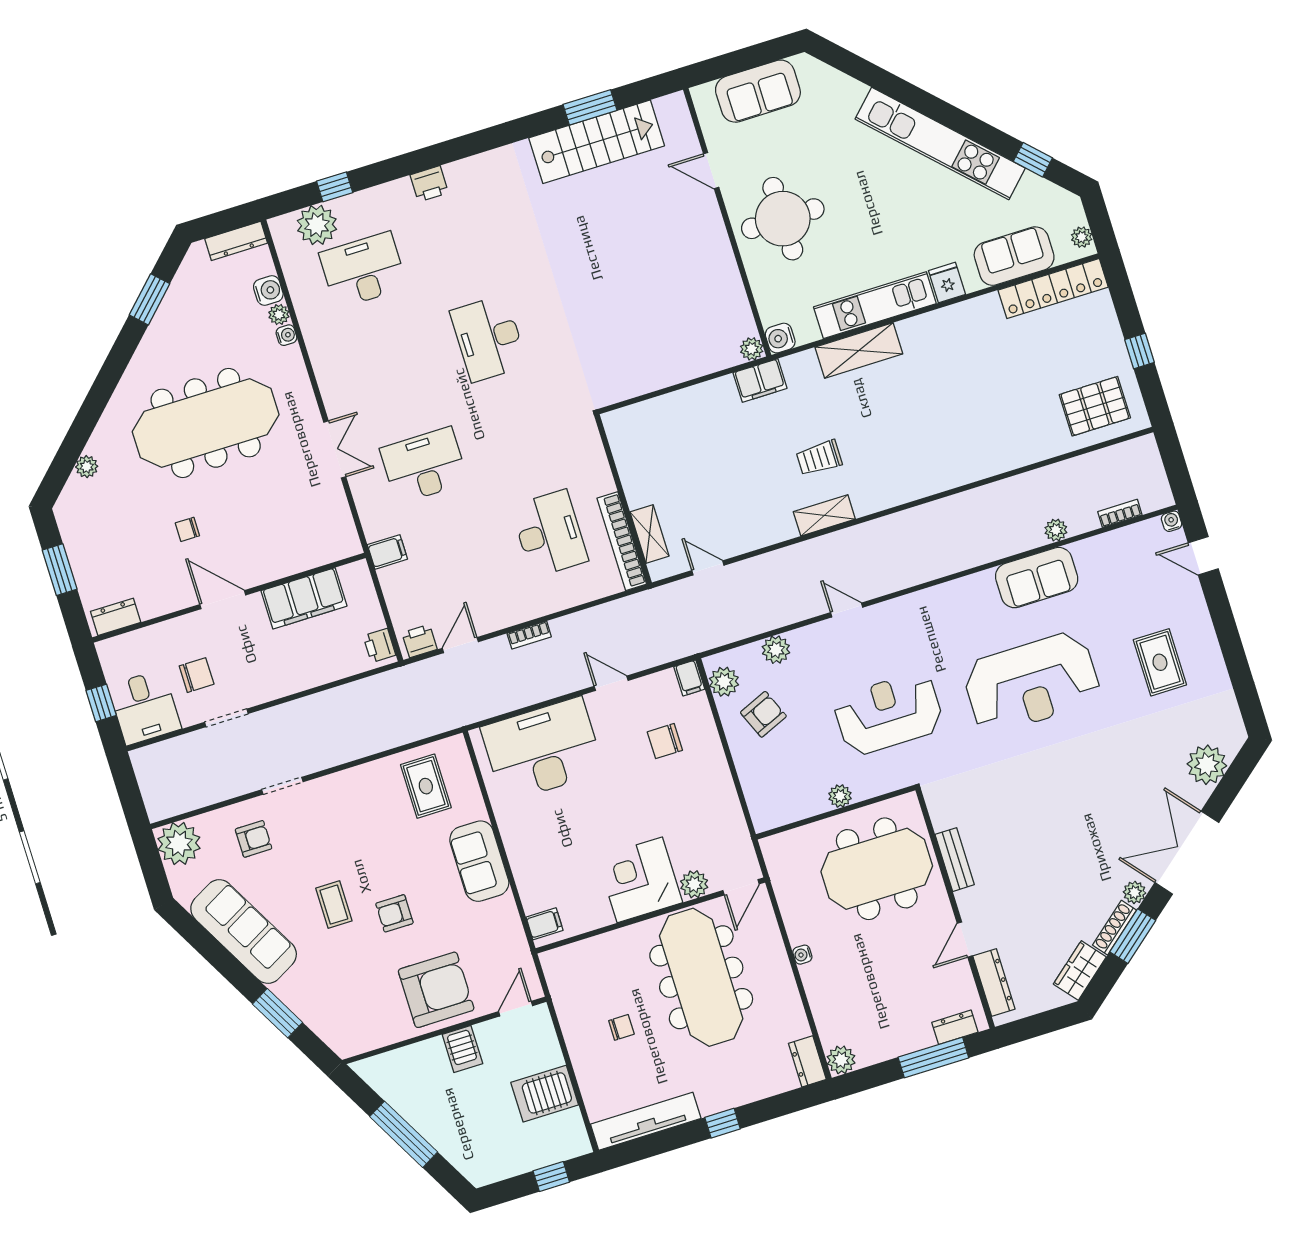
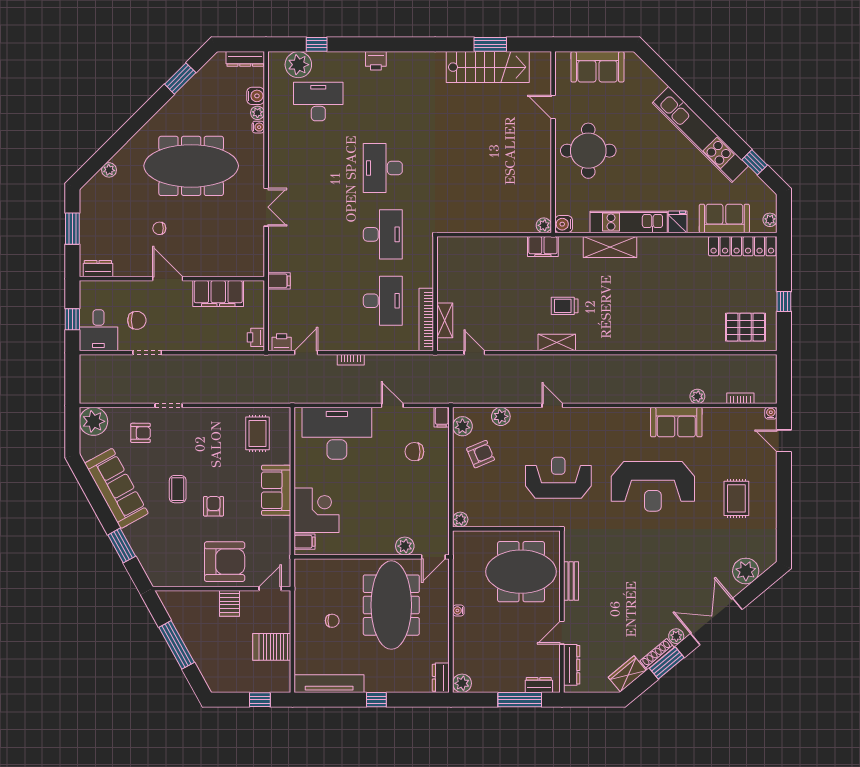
desk: (424, 465) -> (383, 234), moved, turned 90
plant: (840, 796) -> (460, 519), moved
corner desk: (640, 880) -> (317, 510), moved, turned 90
armchair: (394, 913) -> (214, 506), turned 90

